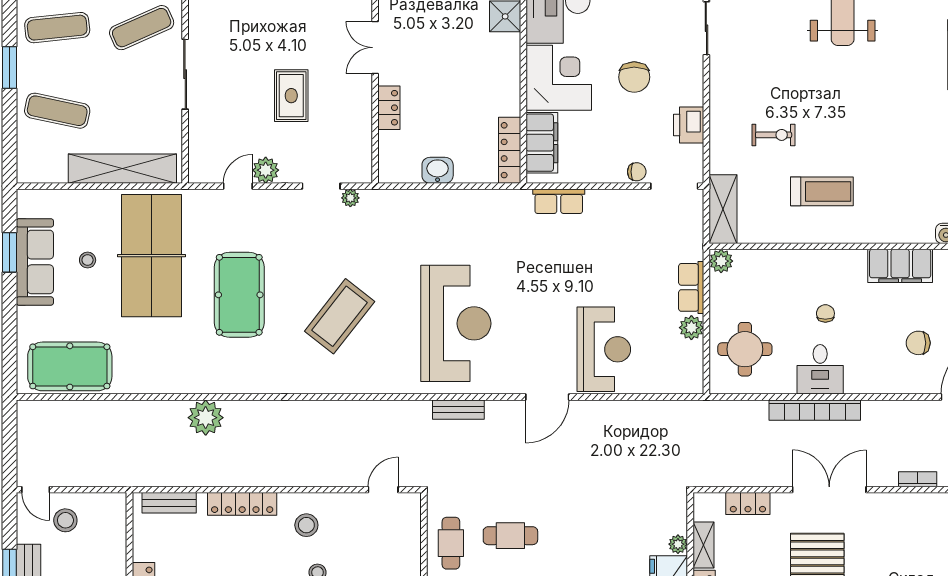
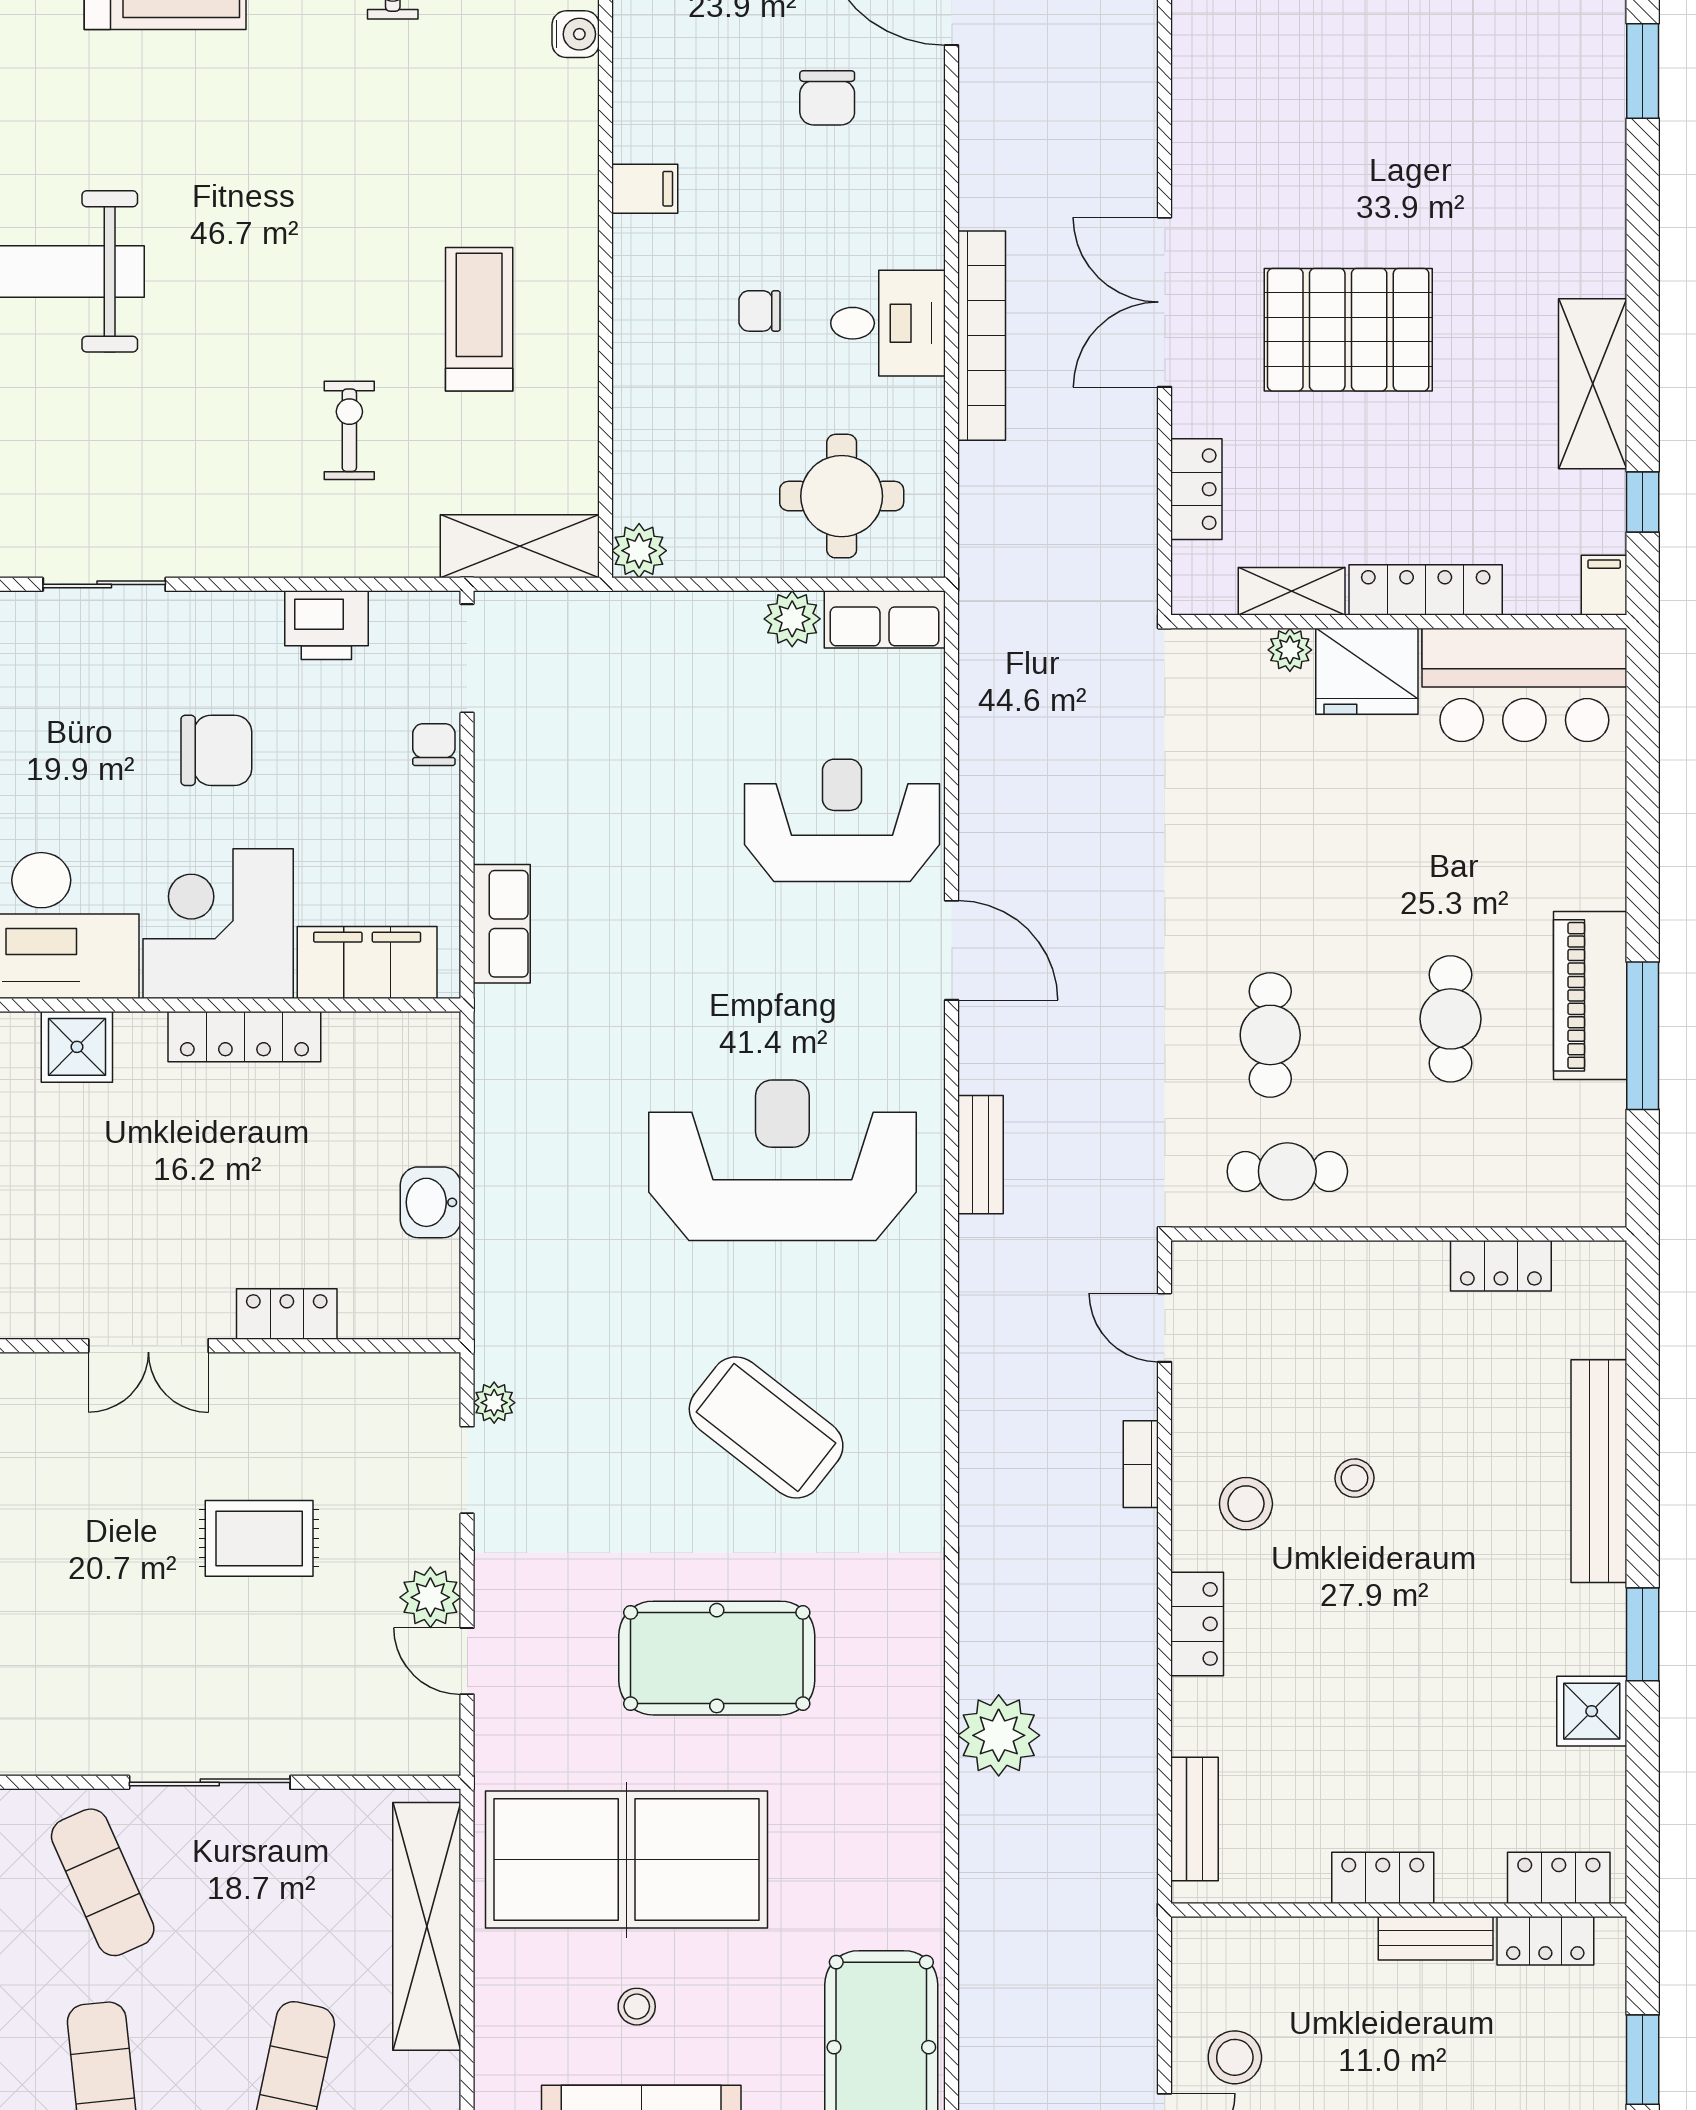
locker: (510, 150) -> (244, 1037), moved
filing cabinet: (900, 266) -> (645, 189), width x0.33, depth x0.86
row of seats: (691, 287) -> (885, 619), moved
bookcase: (918, 479) -> (1141, 1464), moved
locker: (242, 504) -> (1197, 1624), width x0.66

